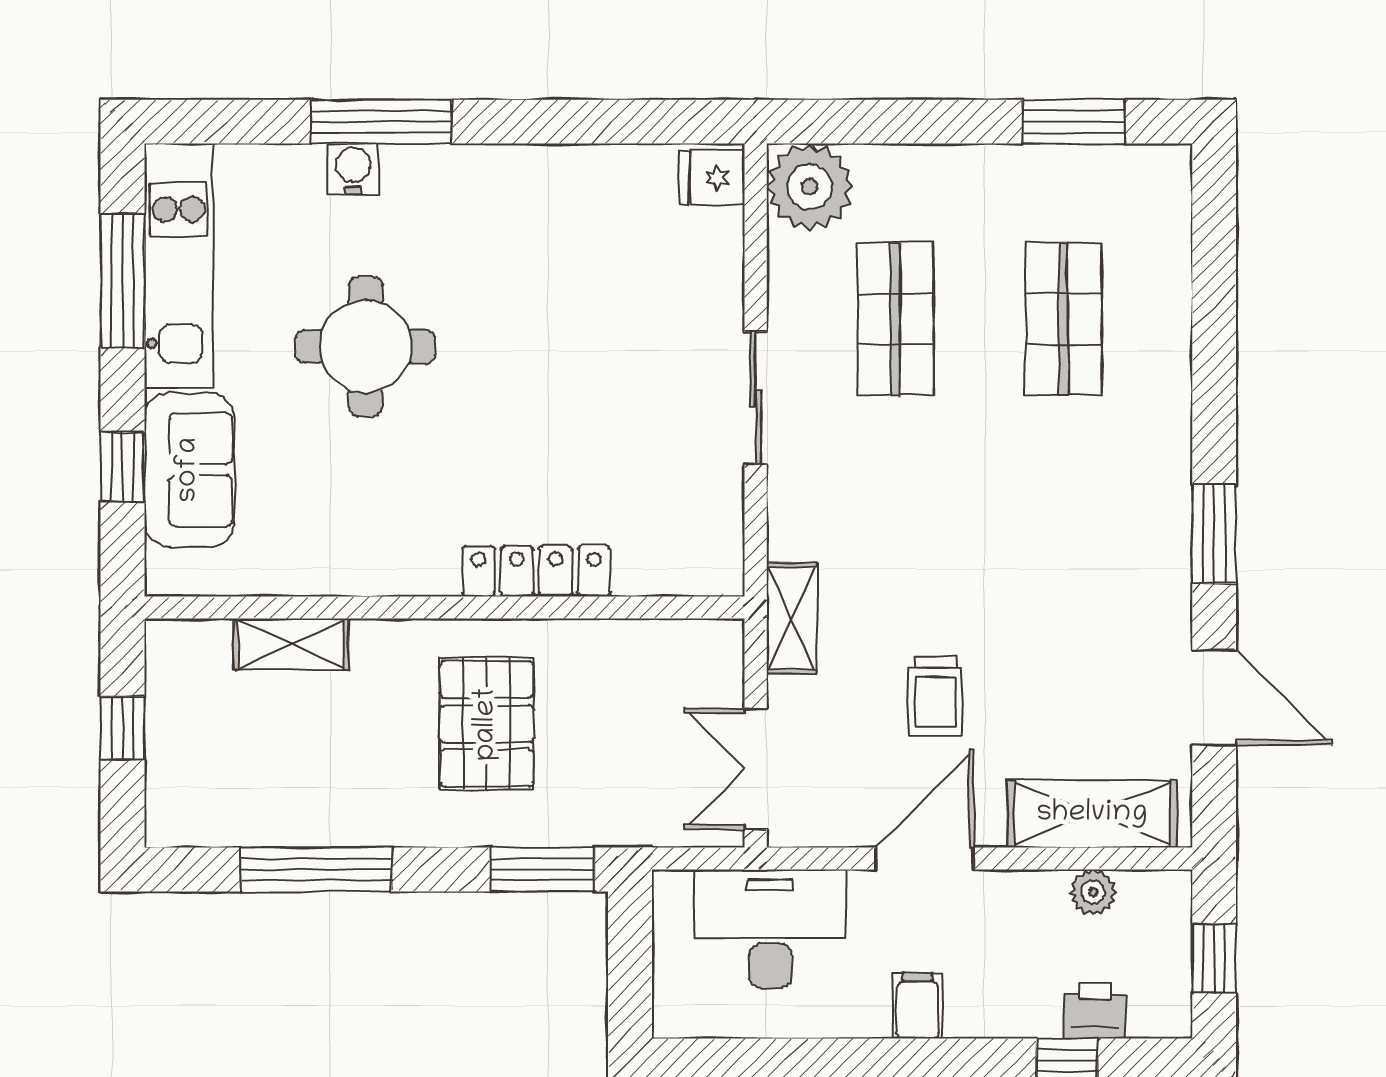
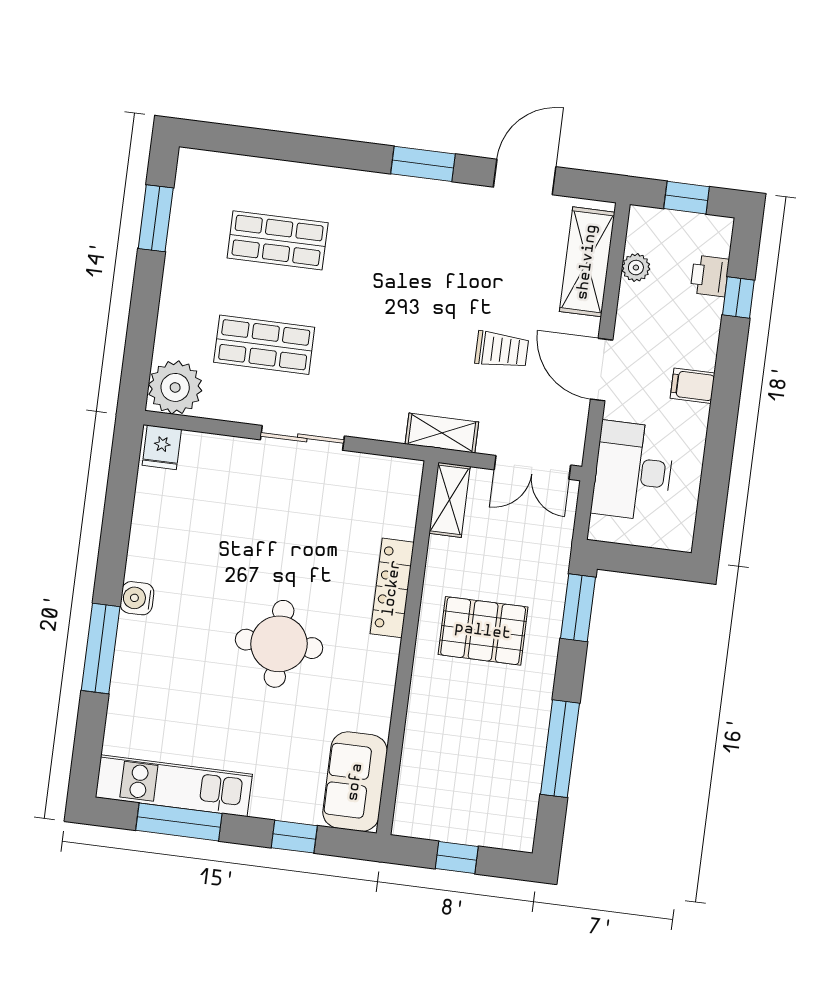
water cooler: (353, 169) -> (137, 598), moved
round table: (365, 347) -> (279, 644), moved
sofa: (189, 470) -> (355, 782), moved, turned -90
shelving: (291, 644) -> (450, 500), moved

